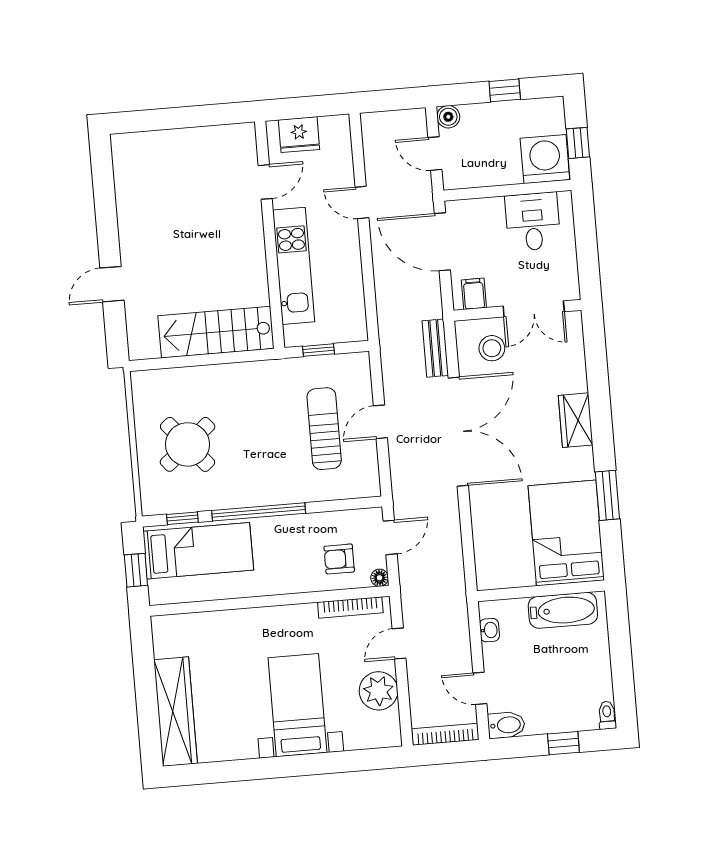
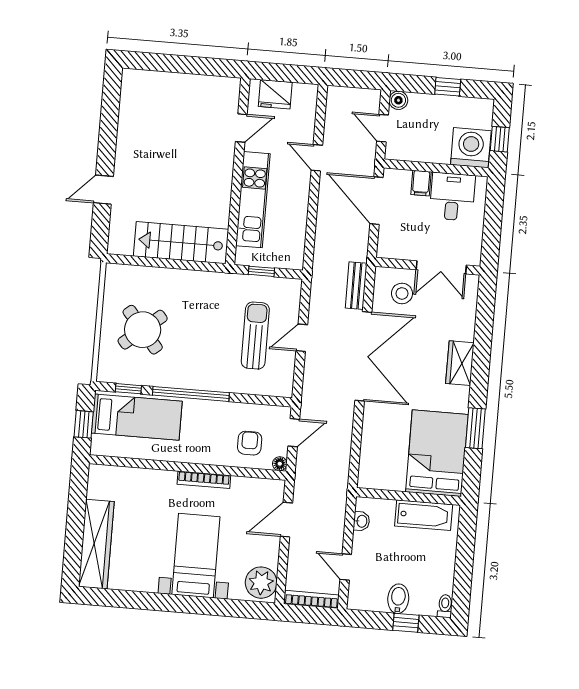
filing cabinet: (474, 294) -> (421, 183), moved, turned 180
armchair: (339, 559) -> (250, 443), turned 90
bookcase: (350, 607) -> (204, 480), moved
door: (399, 644) -> (286, 520), width x1.38
plant: (379, 691) -> (261, 583), moved
bidet: (506, 725) -> (398, 599), moved, turned -90

